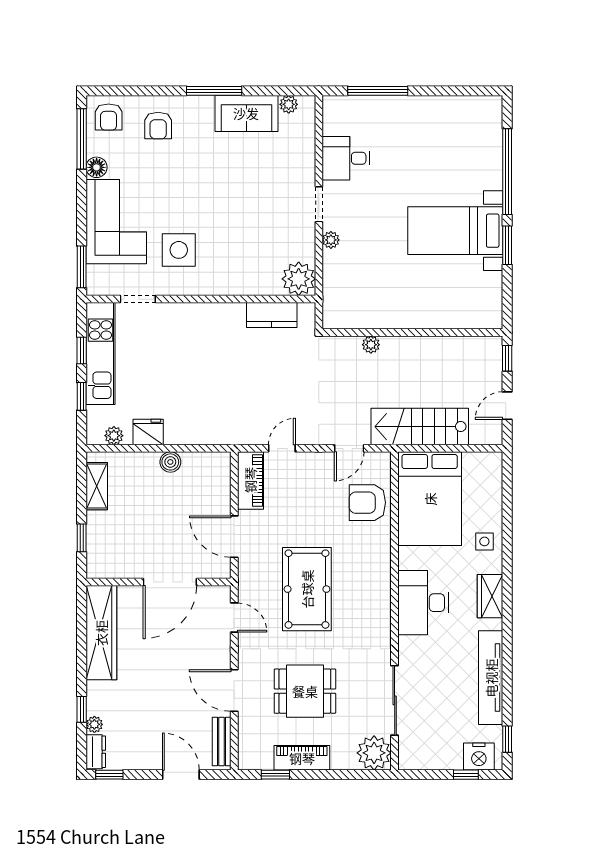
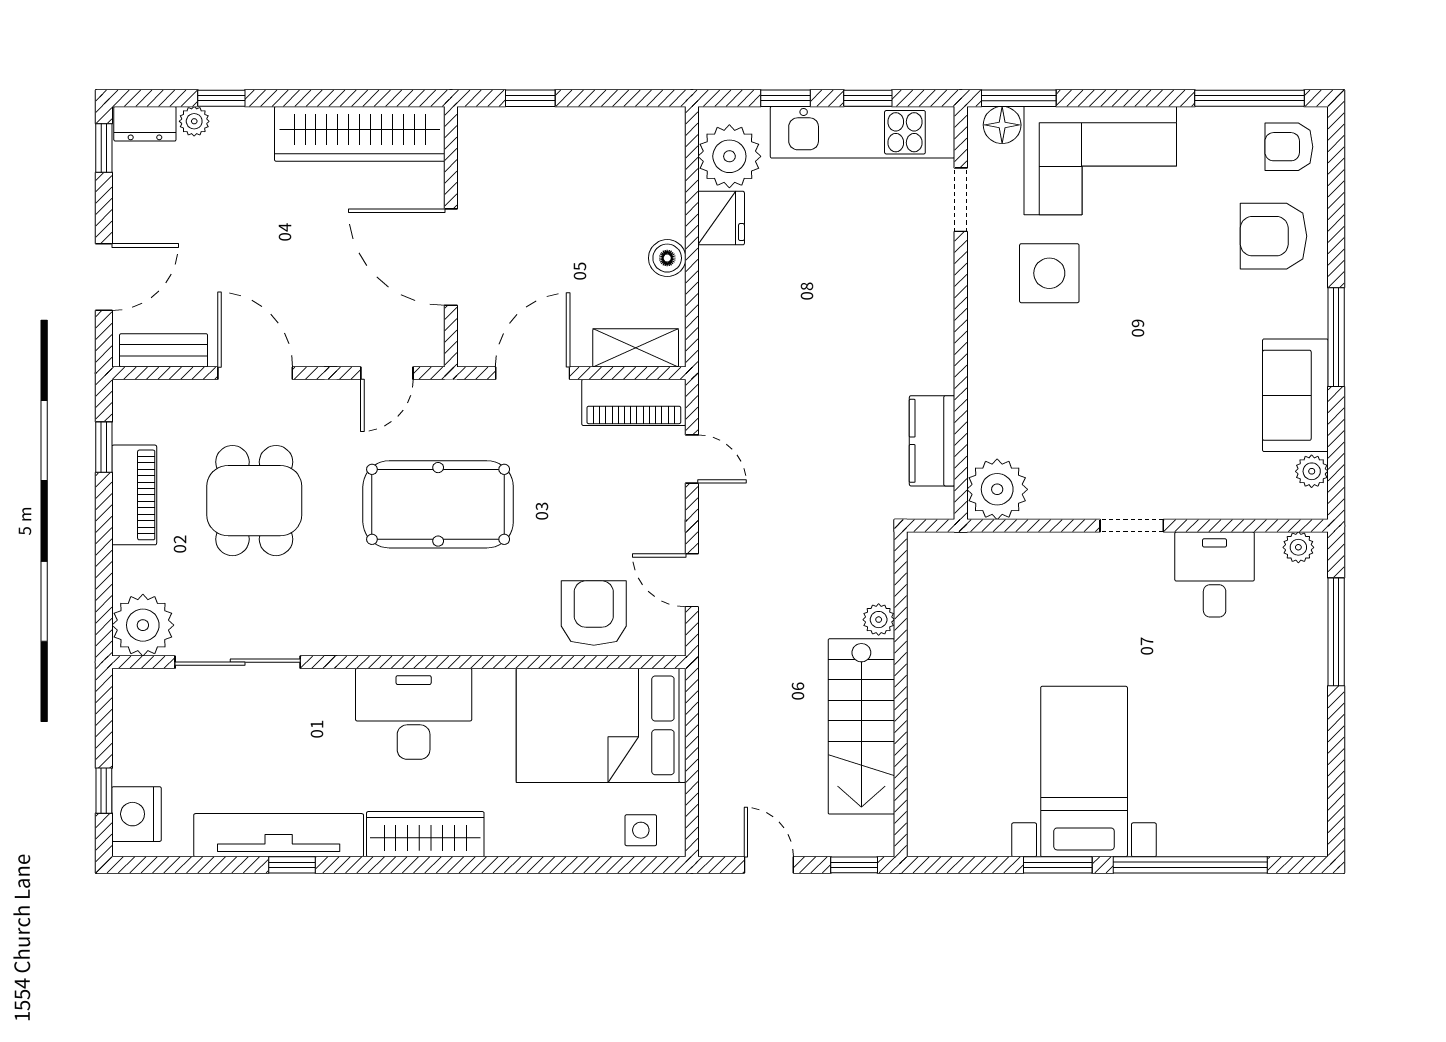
armchair: (158, 126) -> (1274, 236), width x1.38, depth x1.38
floor lamp: (97, 167) -> (1002, 125), moved
plant: (331, 240) -> (1298, 547), moved
stairs: (420, 427) -> (861, 726), moved, turned 180
plant: (114, 436) -> (729, 156), width x1.87, depth x1.87
shelving: (97, 486) -> (636, 348), moved
side table: (484, 541) -> (641, 830), moved
wardrobe: (490, 596) -> (425, 834), width x1.50
door: (234, 691) -> (255, 373), hinge flipped
window: (507, 739) -> (292, 865), moved

